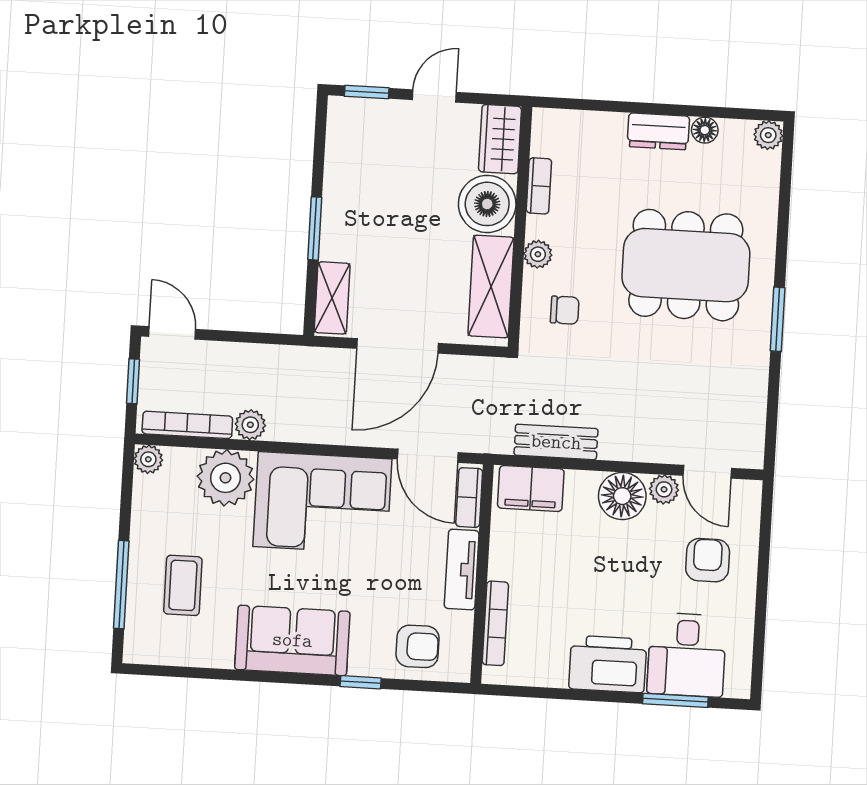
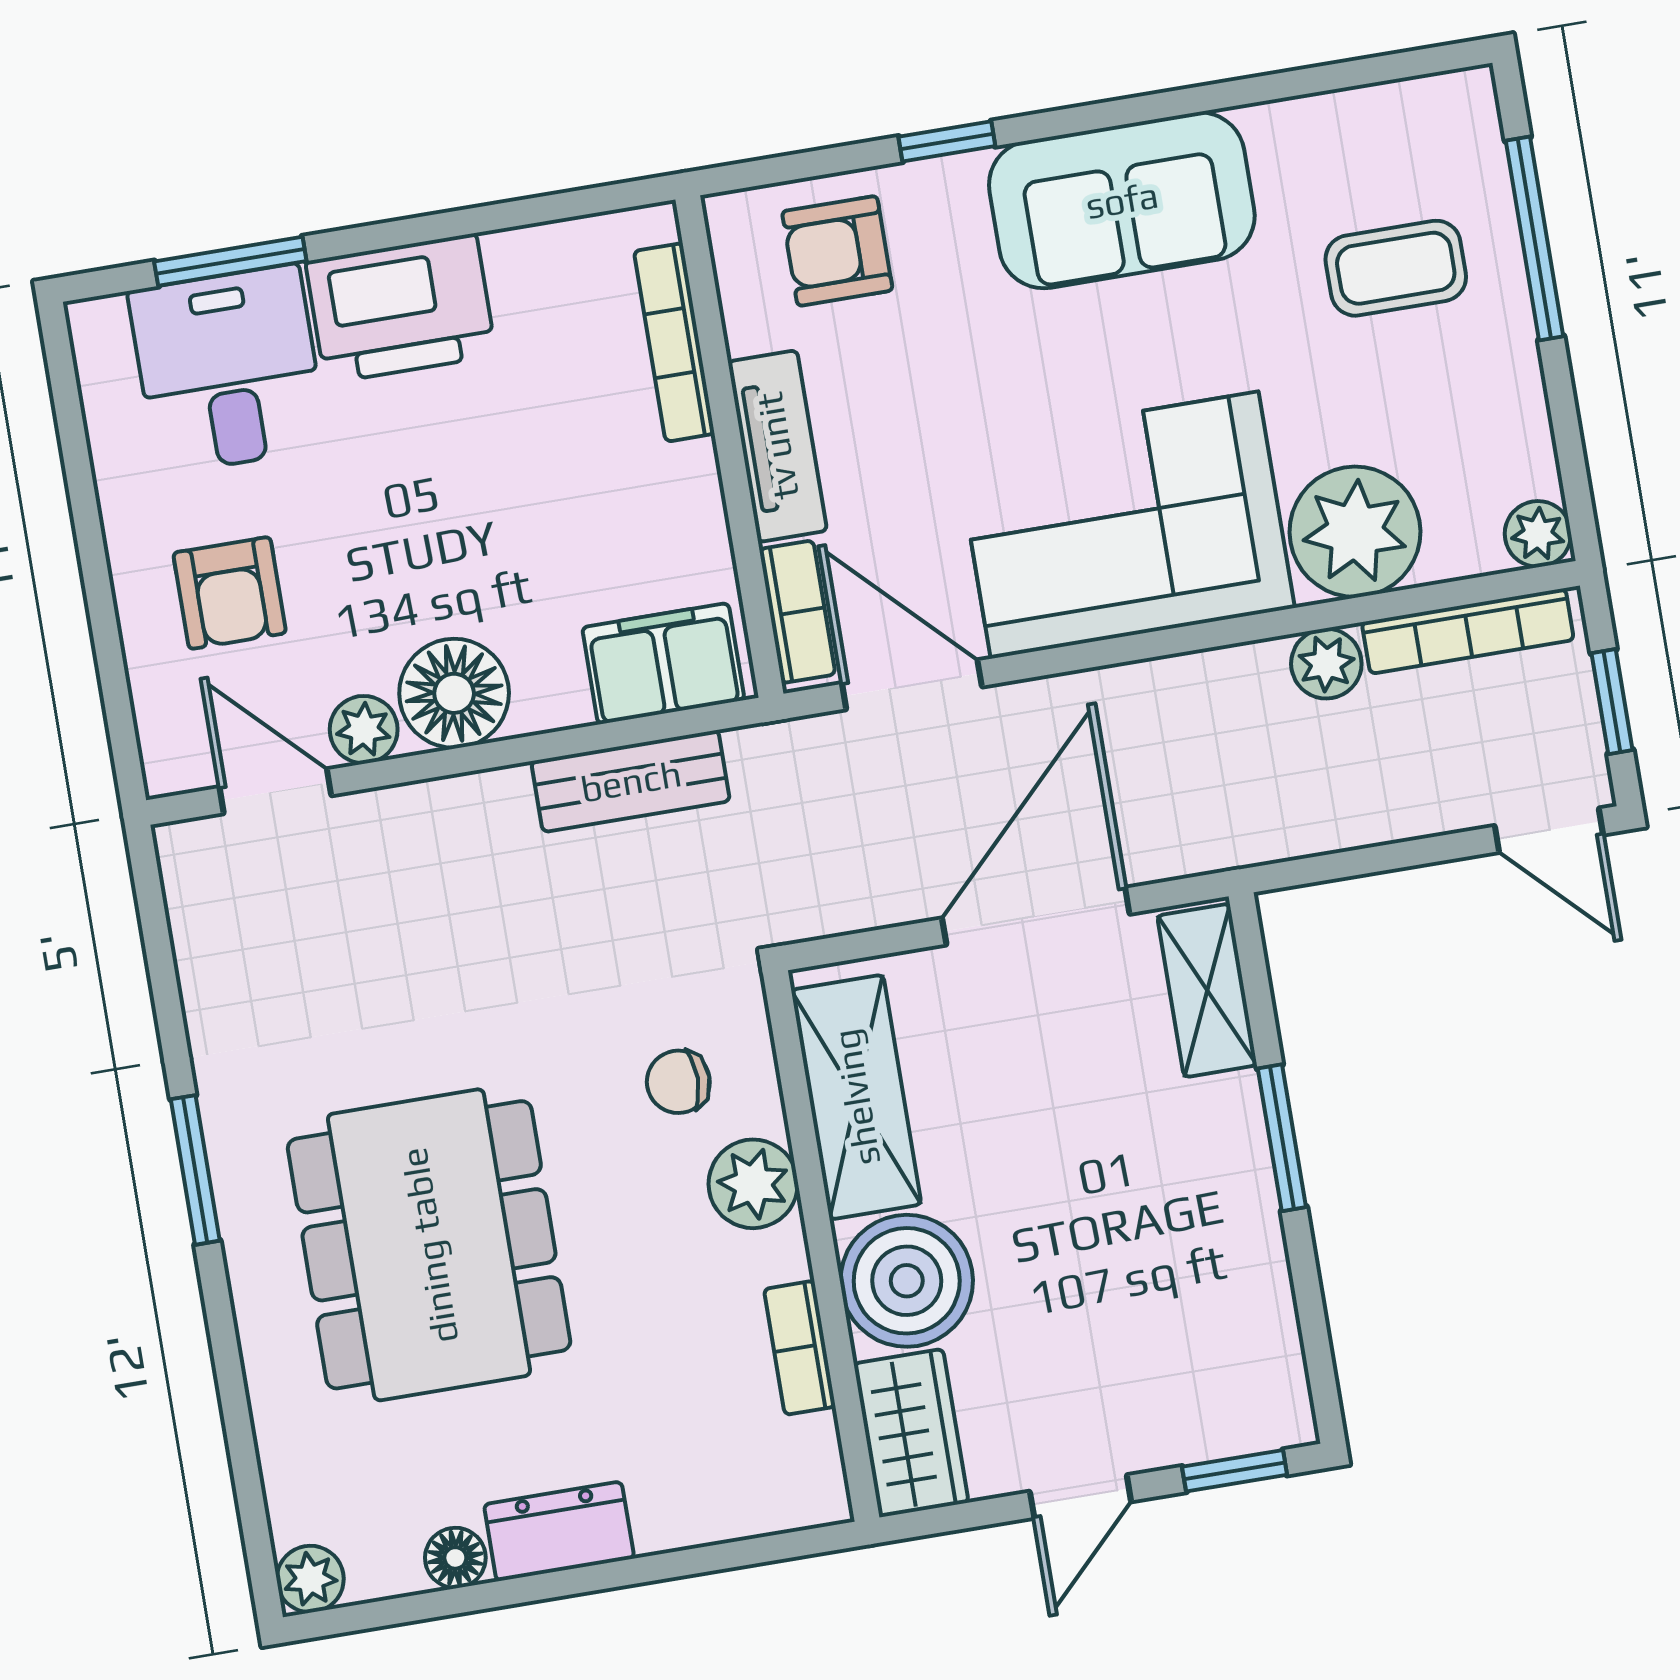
plant: (538, 254) -> (753, 1184), width x1.38, depth x1.38
dining table: (686, 265) -> (429, 1245), turned 90
coffee table: (183, 585) -> (1396, 268), turned 90

